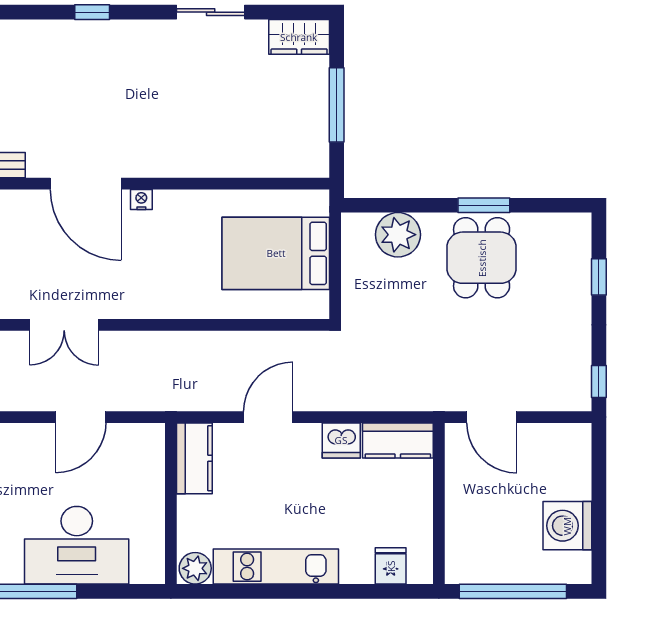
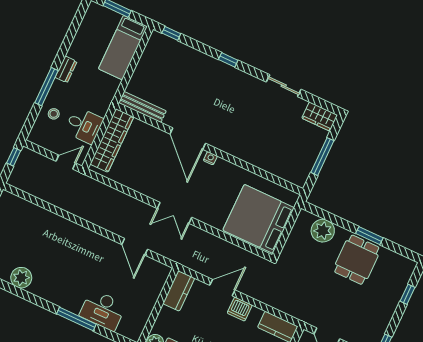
bed: (276, 253) -> (259, 219), width x1.36
double door: (64, 325) -> (175, 213), moved
door: (81, 417) -> (135, 247), hinge flipped
dishwasher: (341, 440) -> (240, 309), moved
desk: (77, 545) -> (103, 310), width x0.73, depth x0.77

